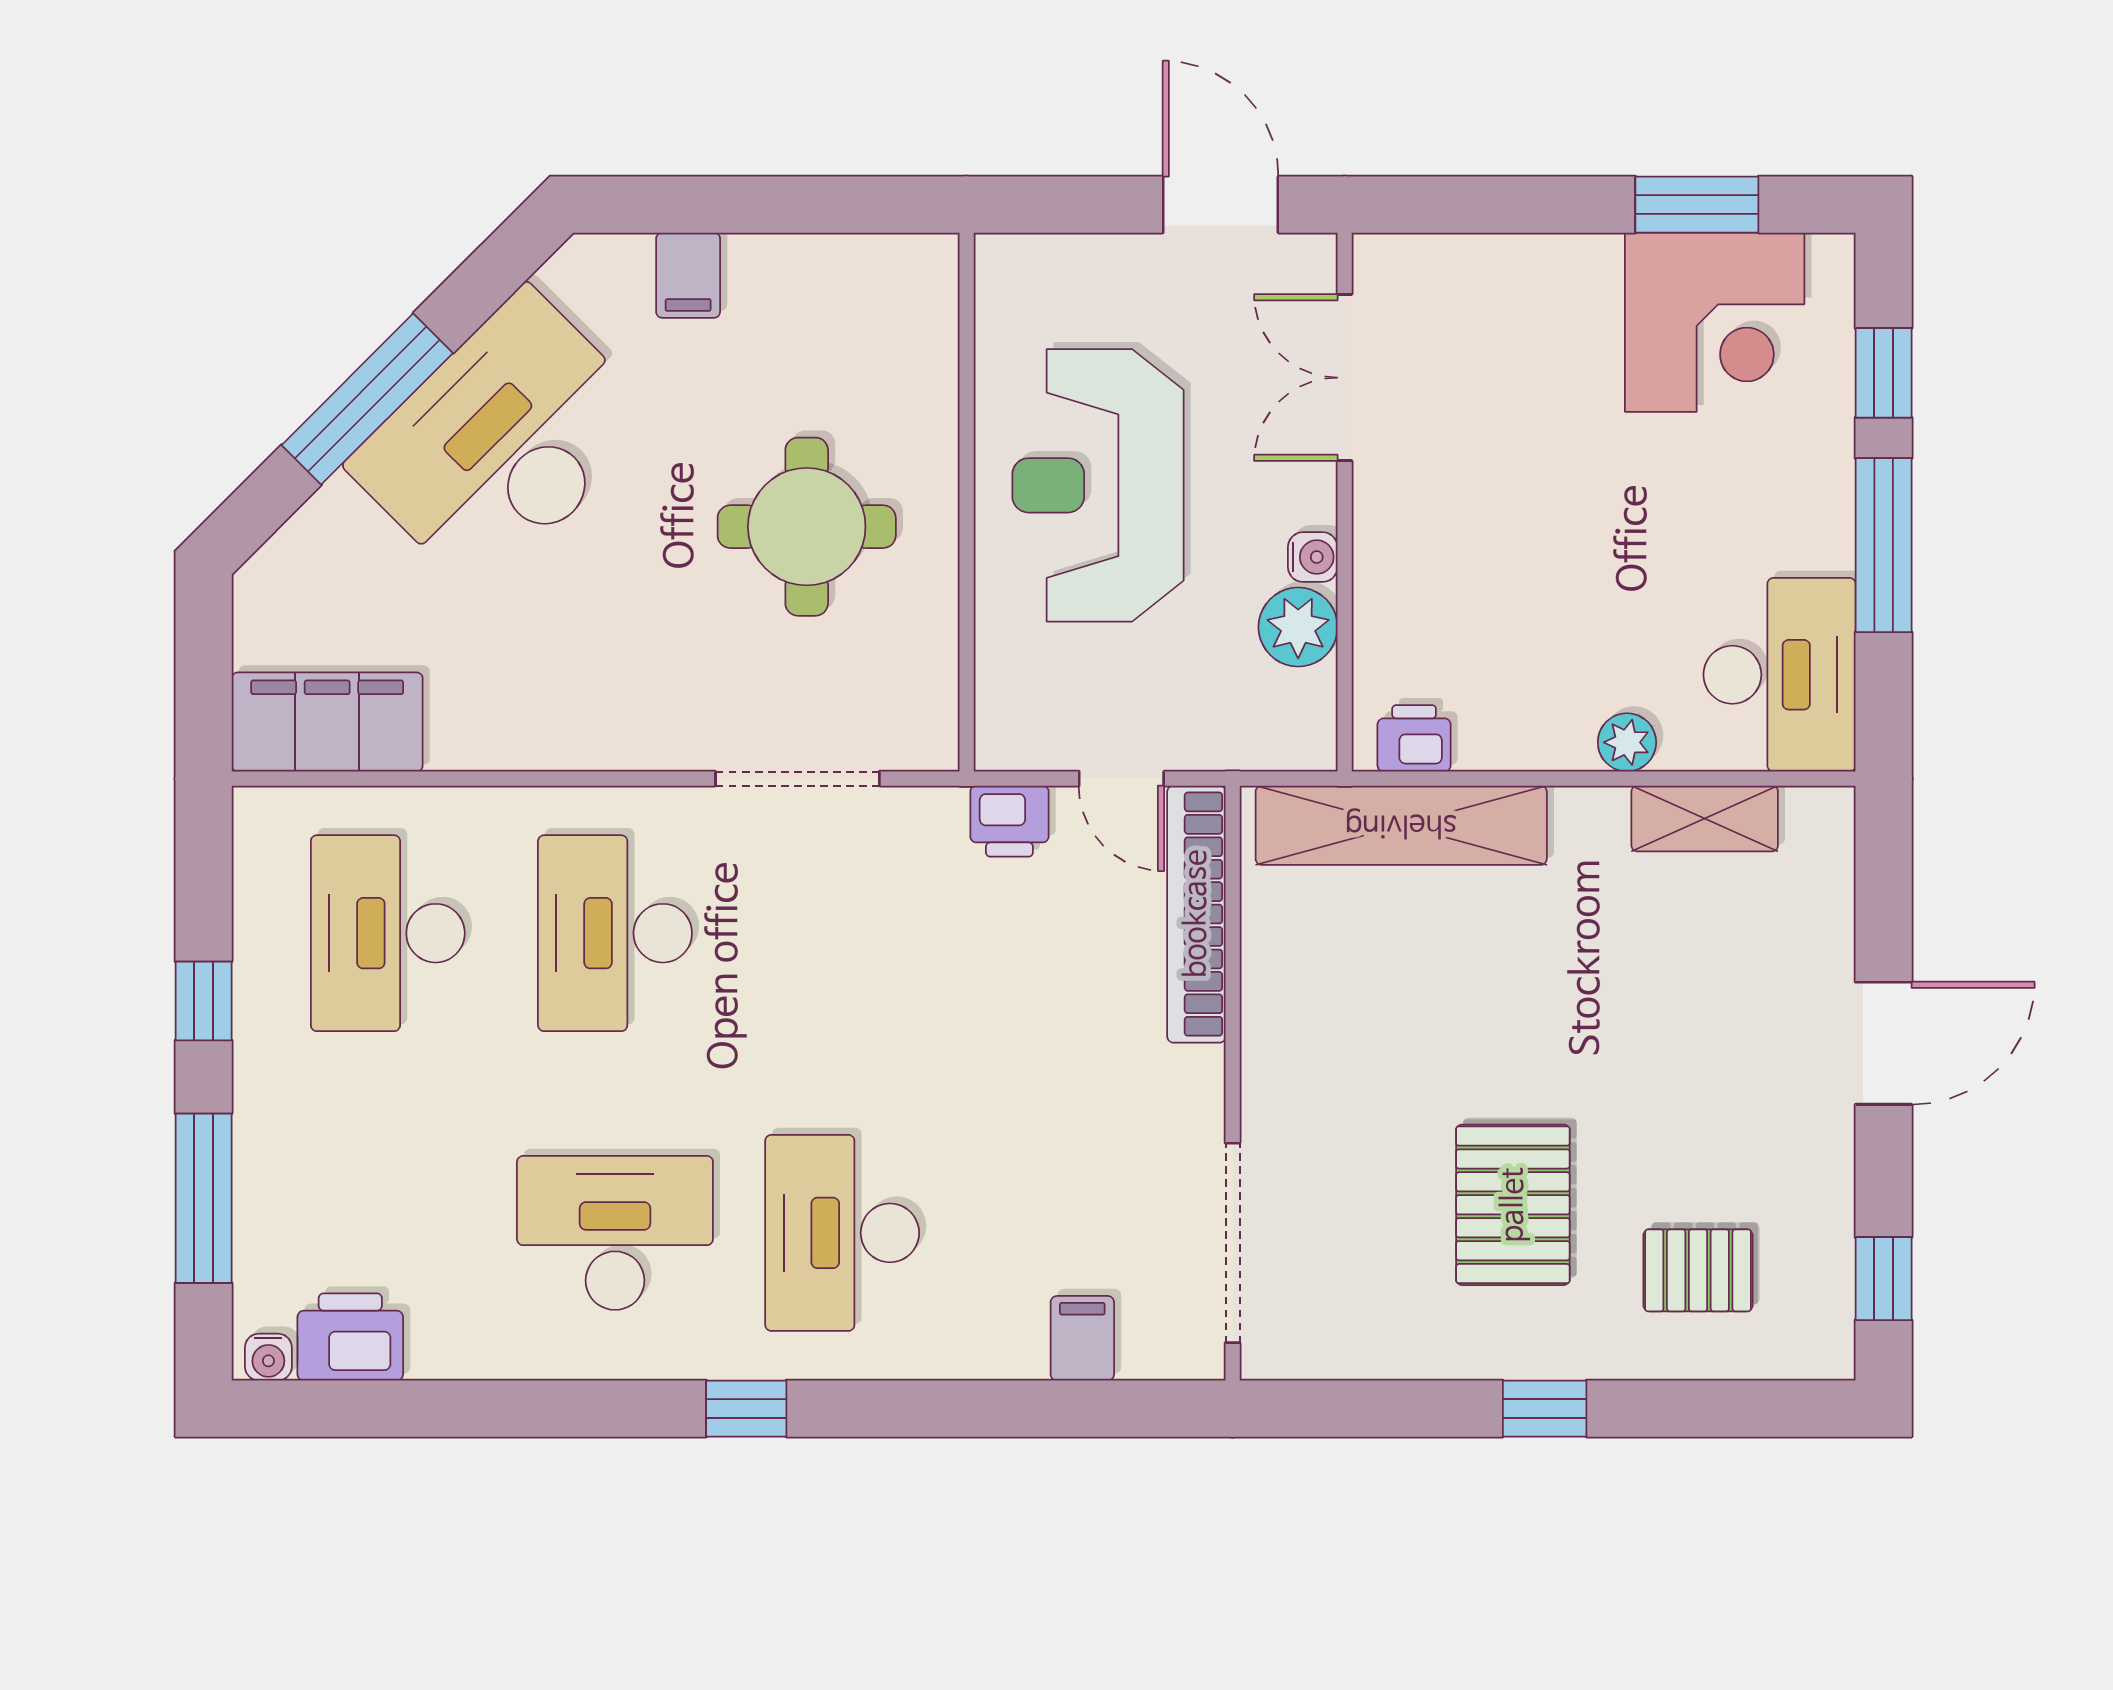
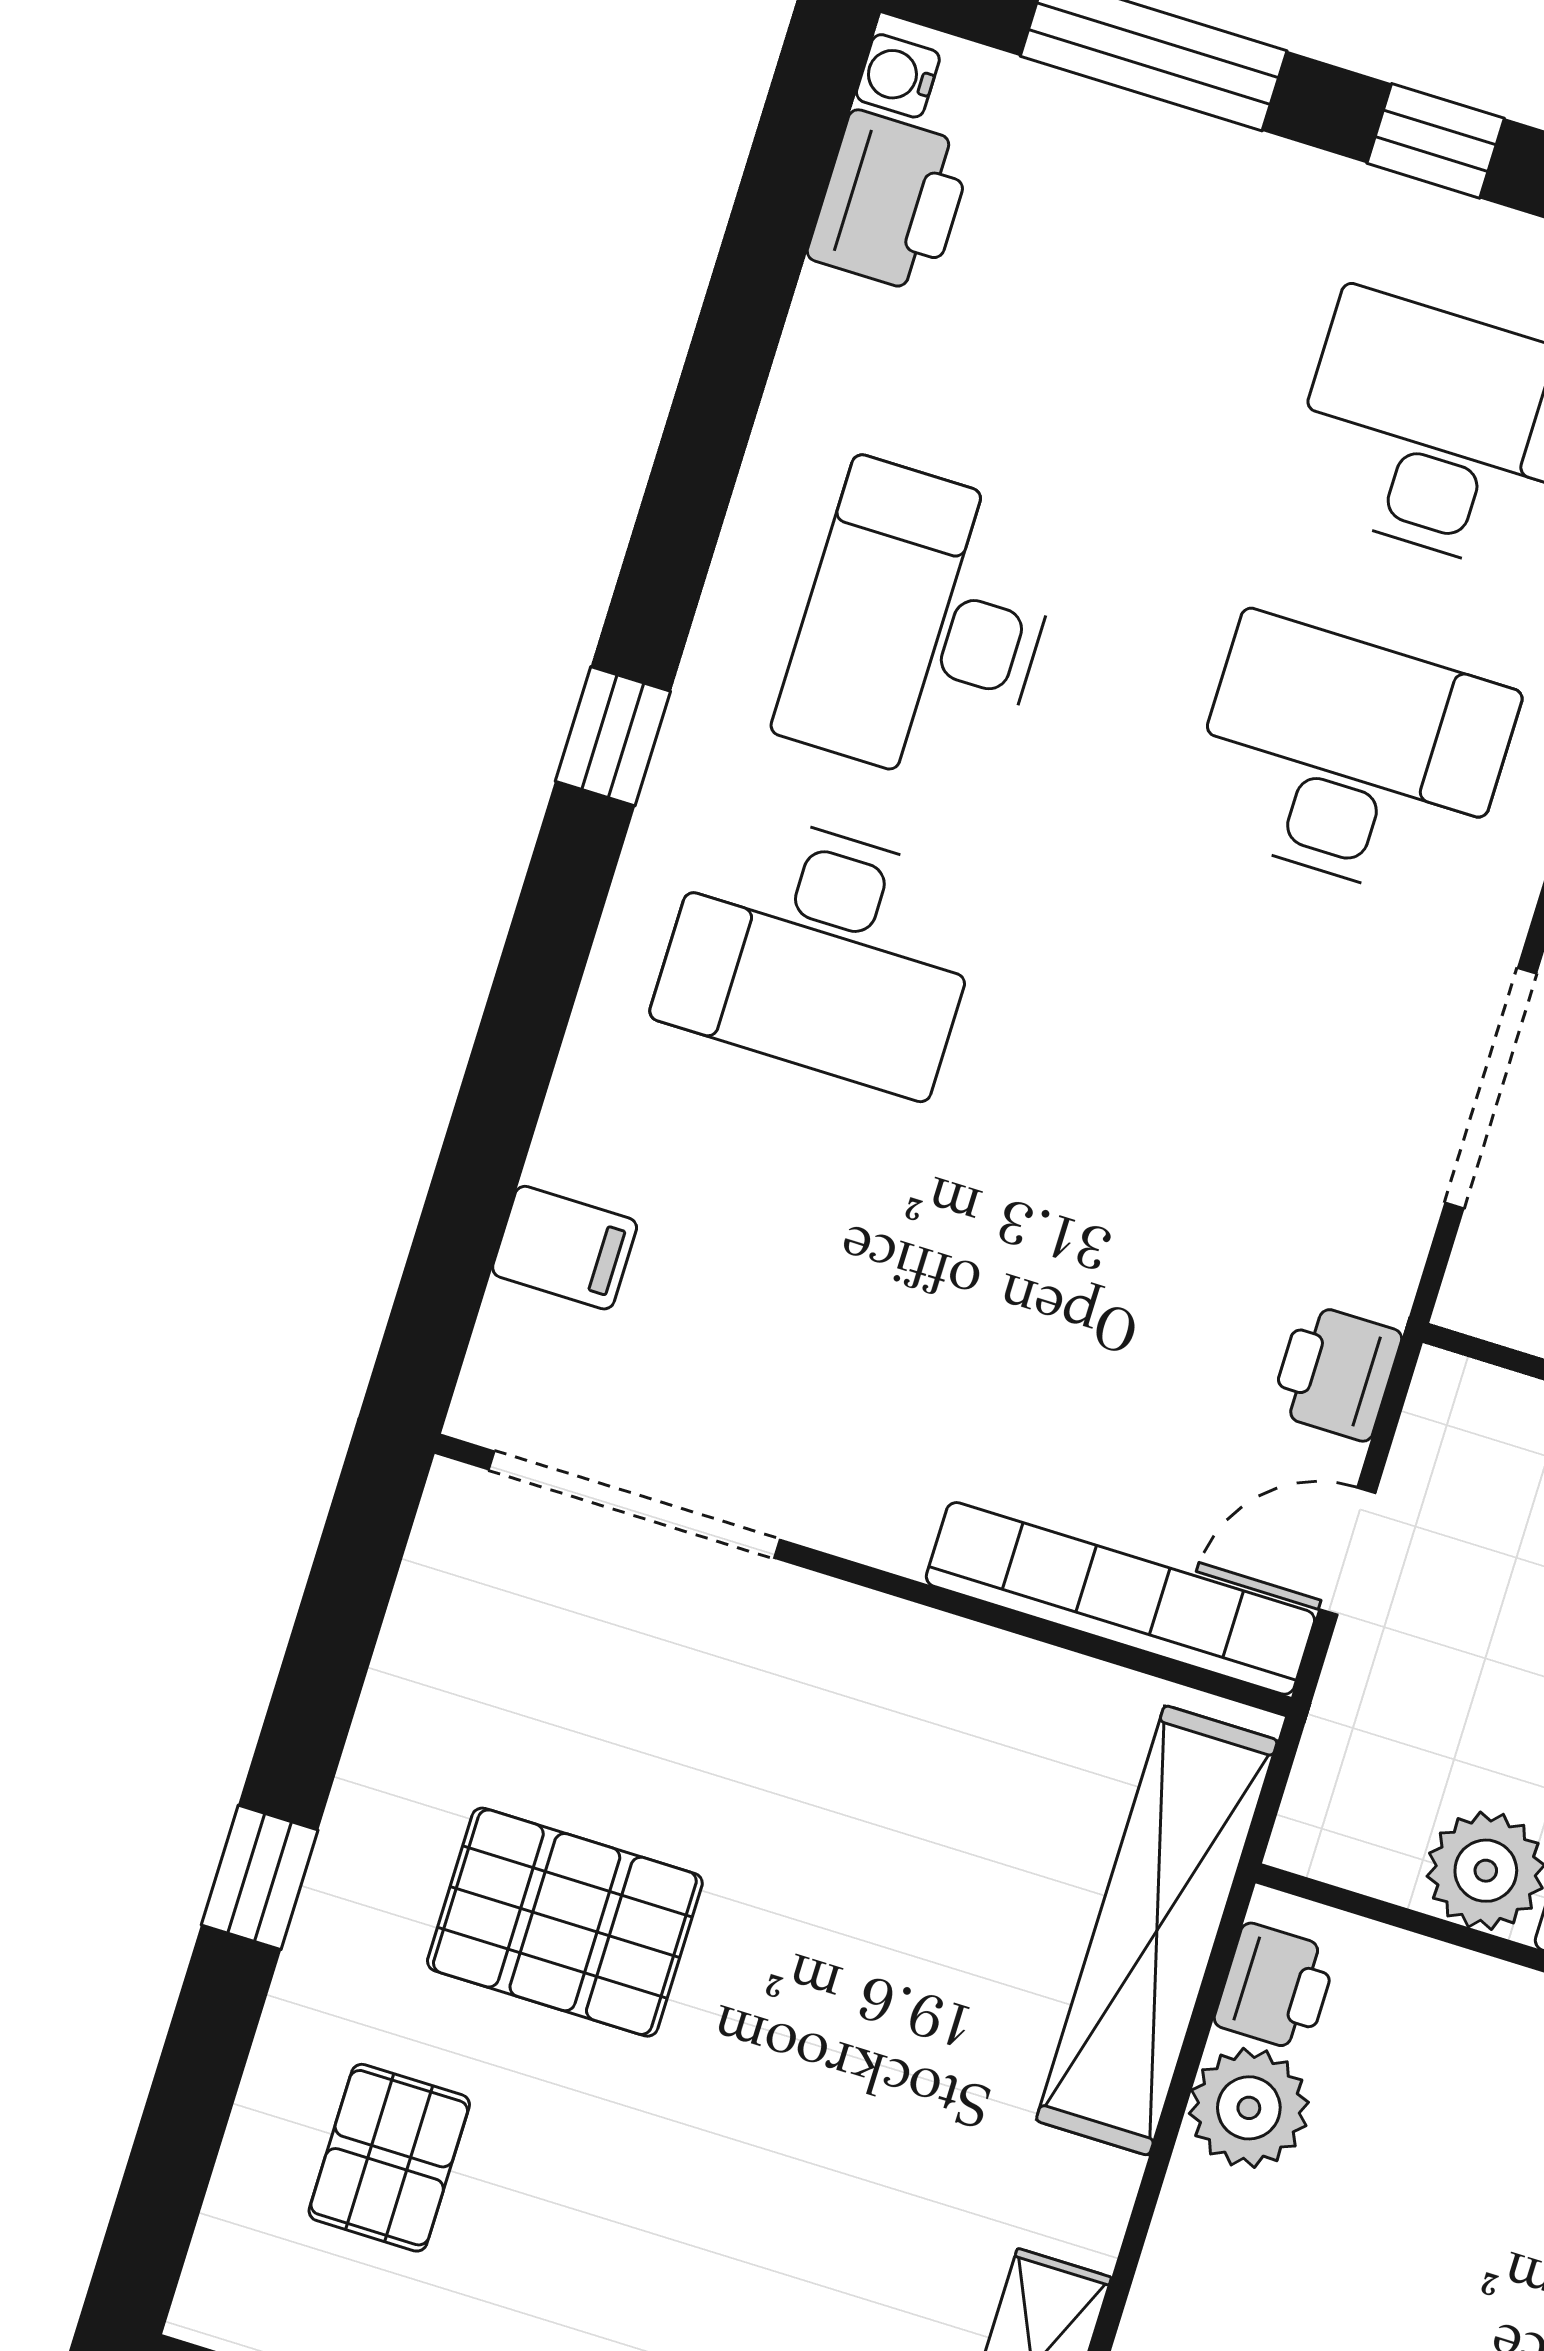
plant: (1627, 742) -> (1249, 2108), moved, width x1.38, depth x1.38
desk: (615, 1233) -> (922, 626), turned 180
desk: (842, 1233) -> (821, 951), turned 180

